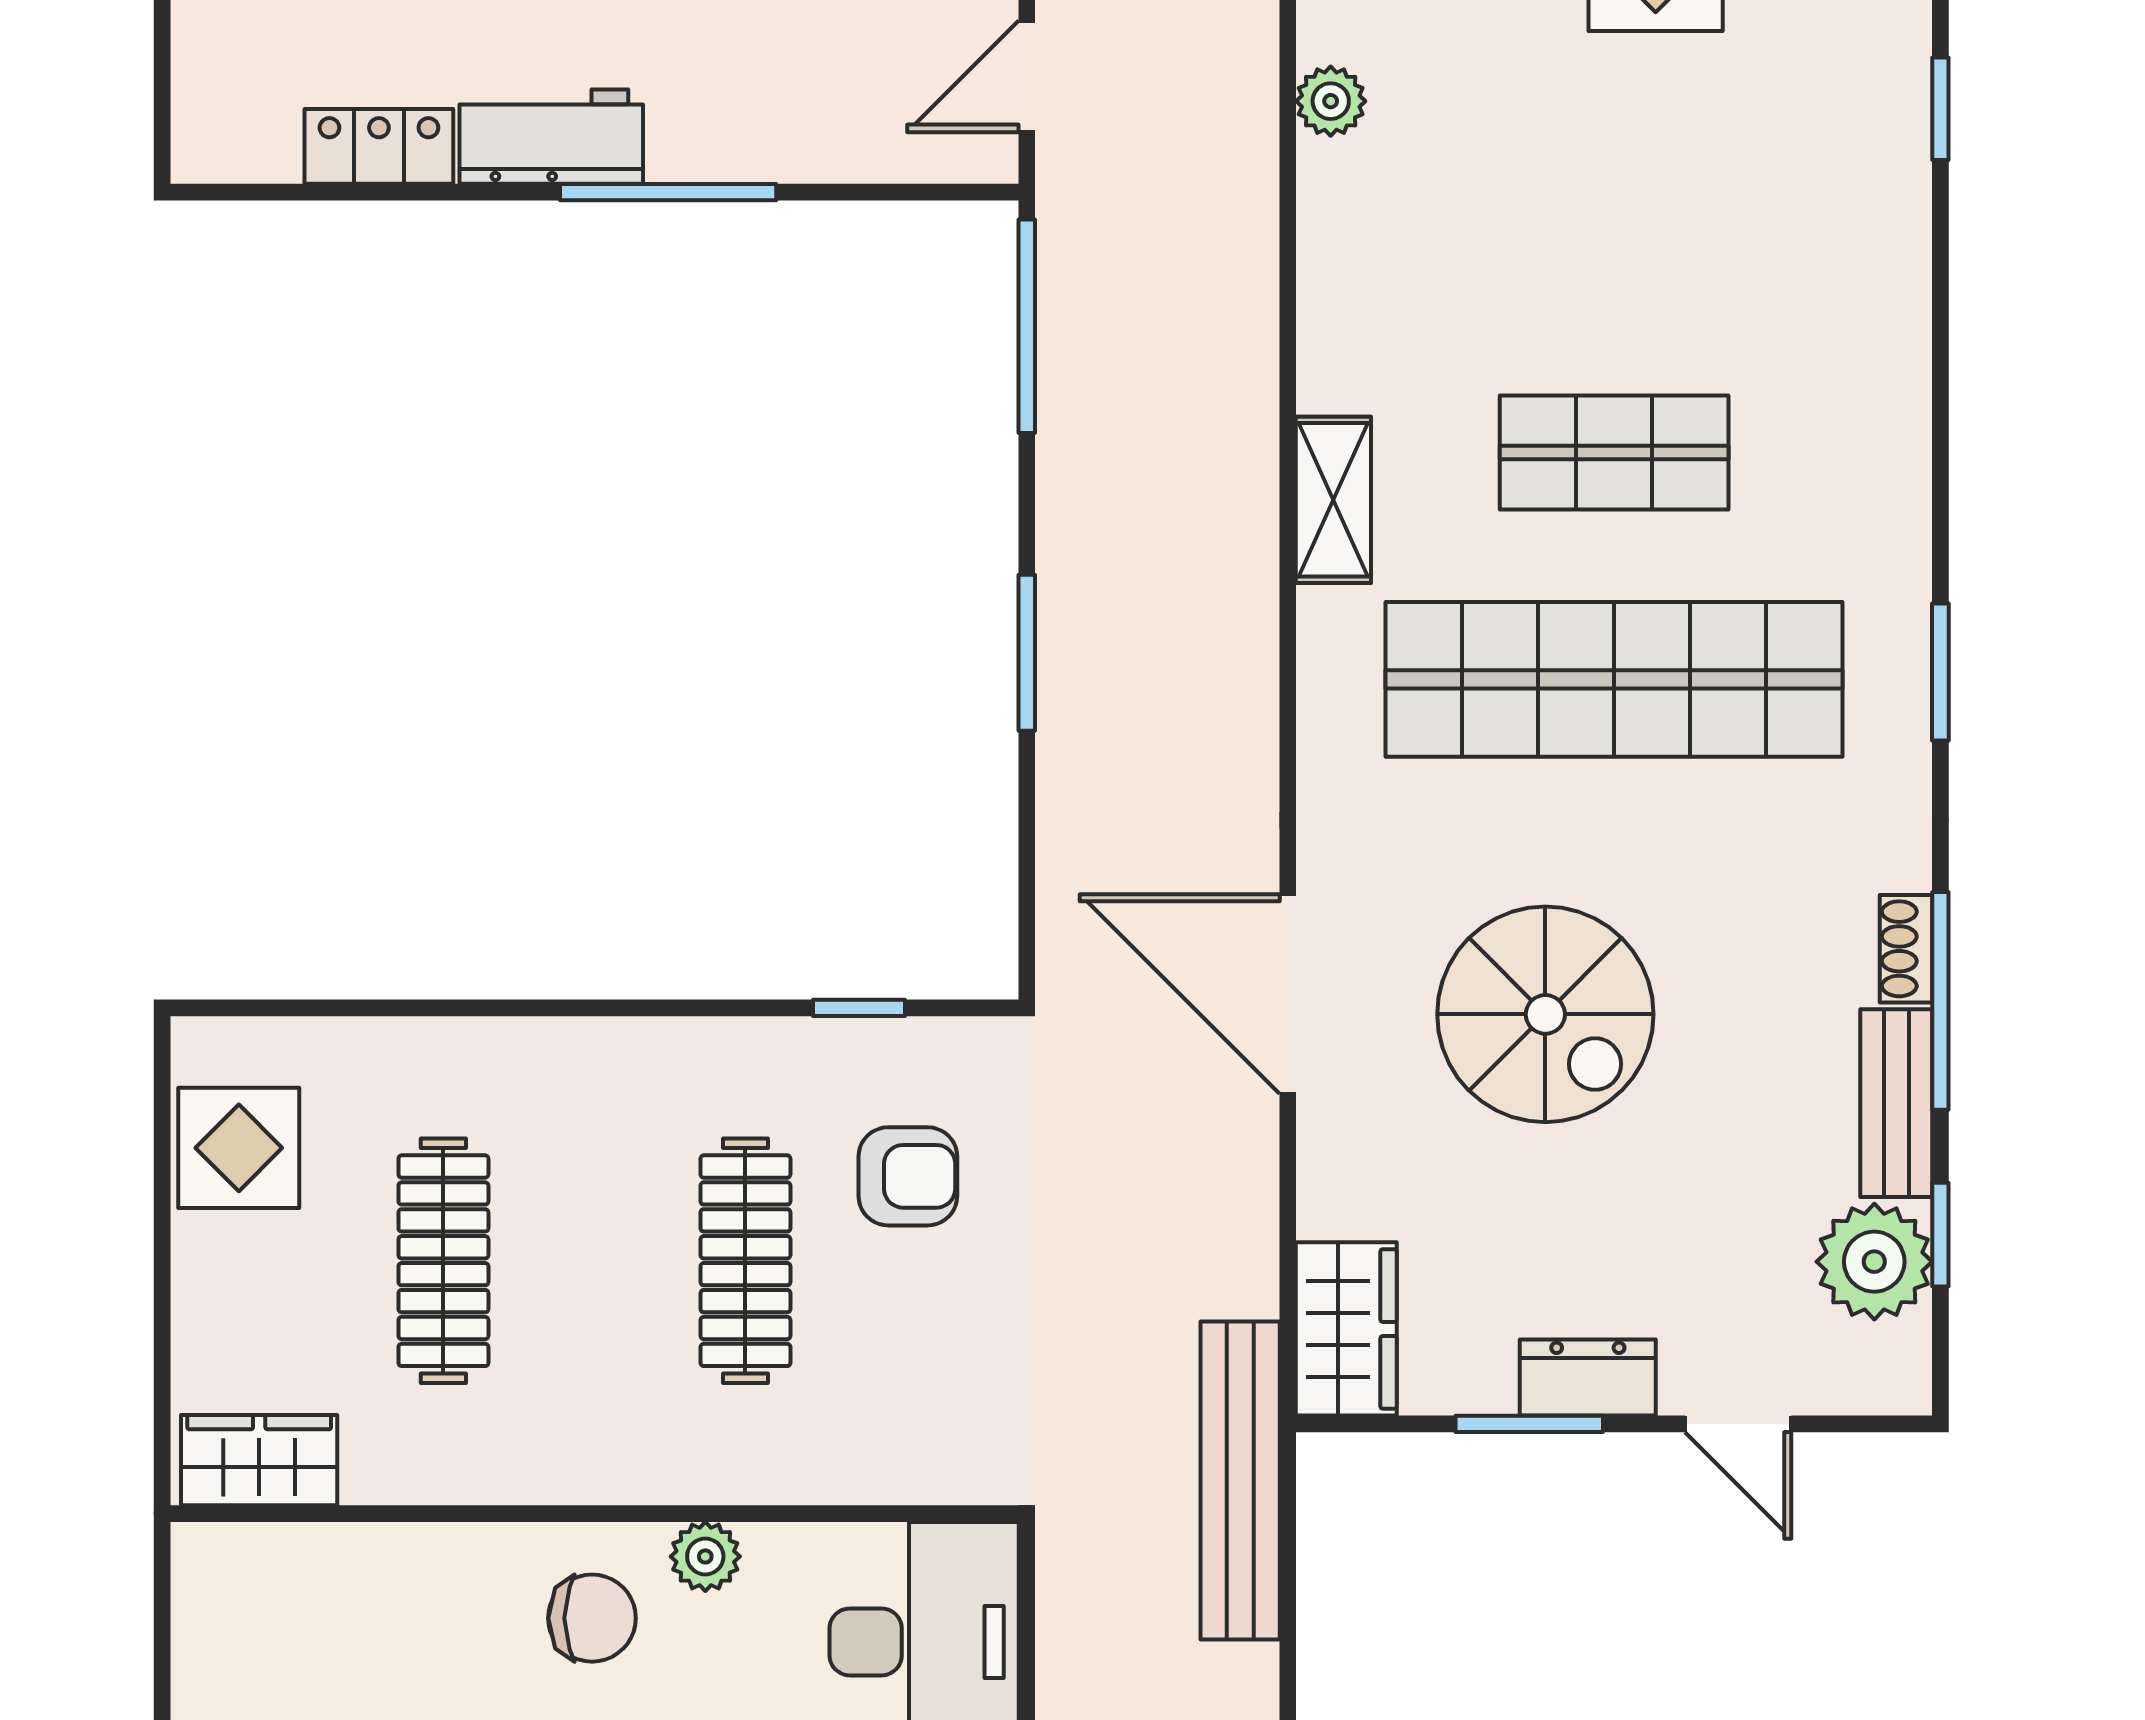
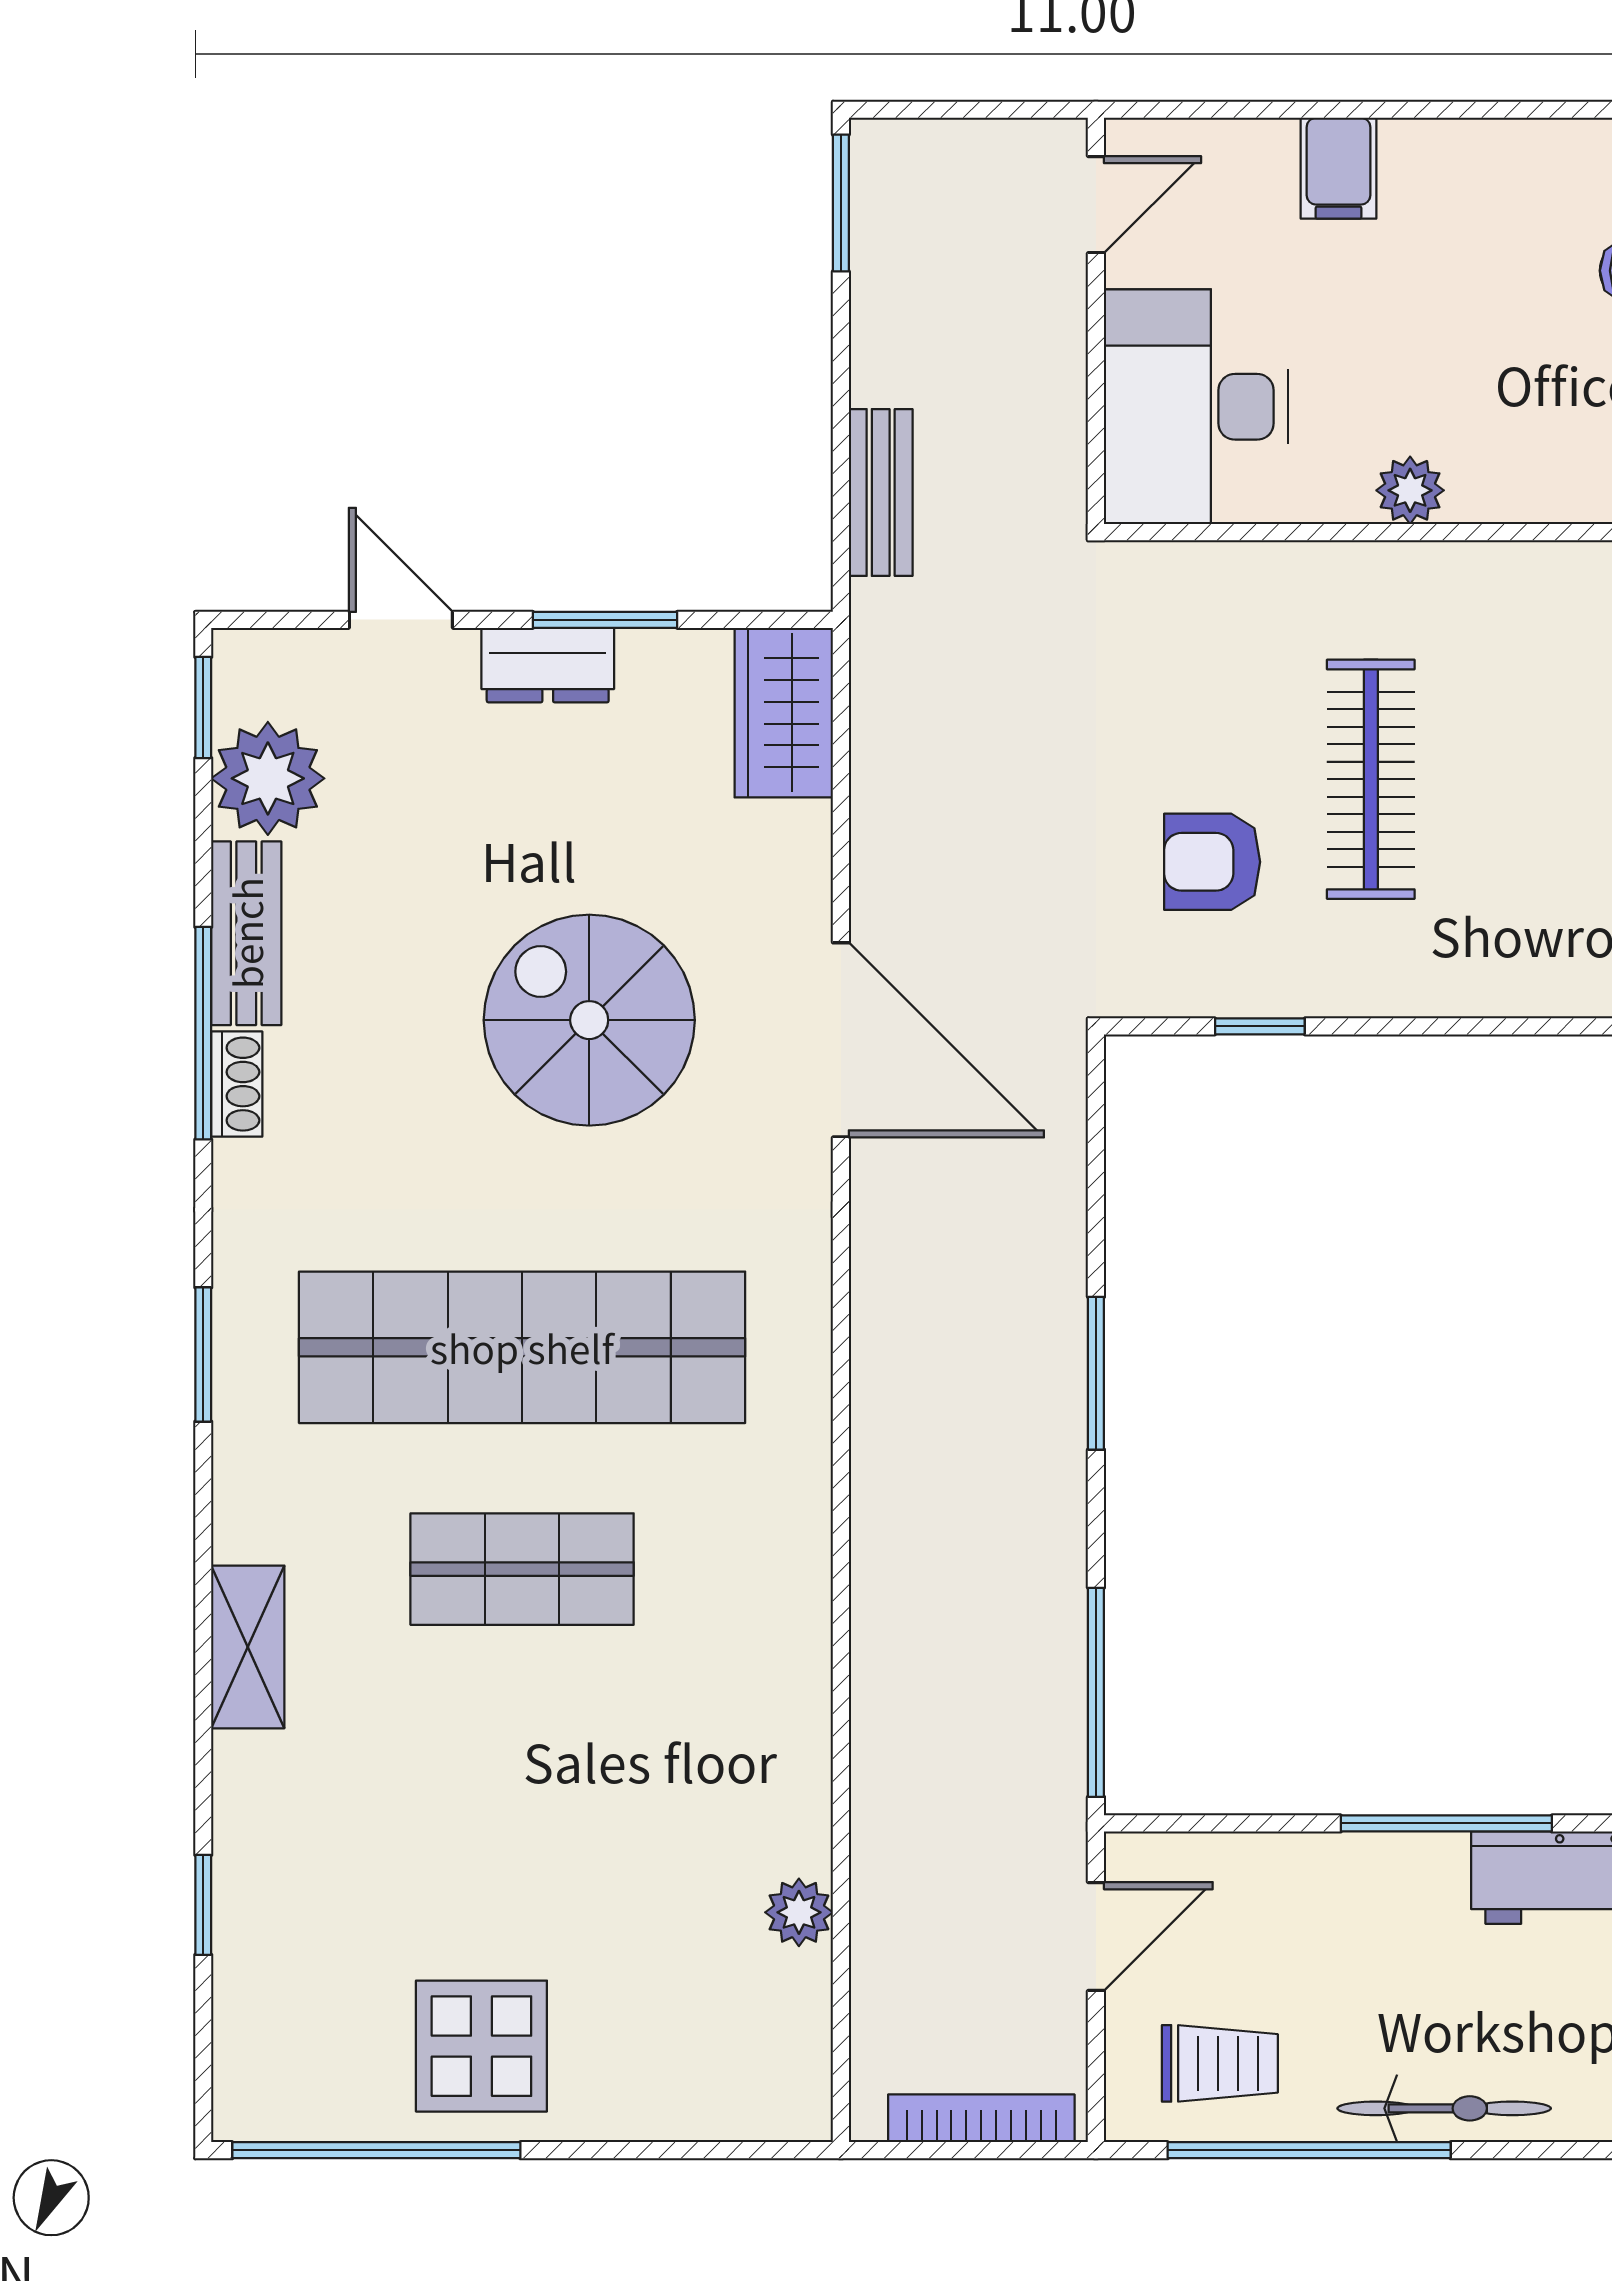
shelving: (1333, 500) -> (248, 1647), moved
window: (1940, 1235) -> (203, 708), moved
bench: (1240, 1481) -> (881, 493), width x0.54, depth x0.82
chair: (592, 1618) -> (1521, 430), removed

